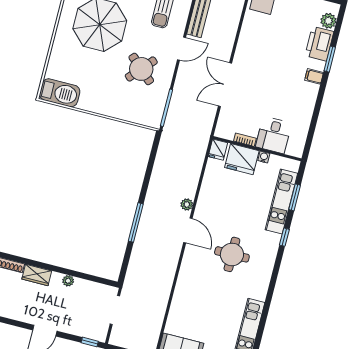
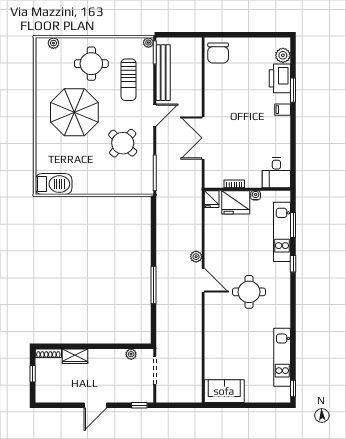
desk: (274, 135) -> (276, 173), moved
plant: (68, 281) -> (131, 354), moved

